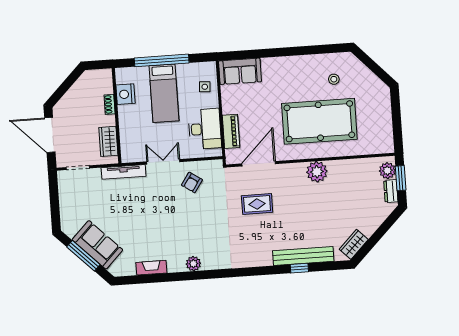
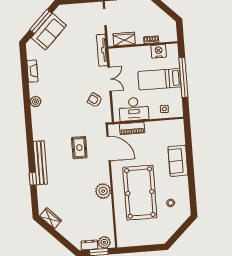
sofa: (240, 71) -> (178, 161), moved
bench: (303, 256) -> (40, 163), moved

